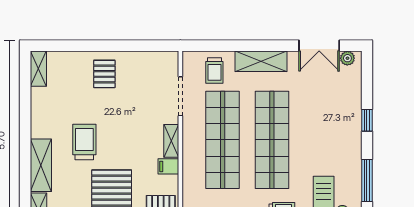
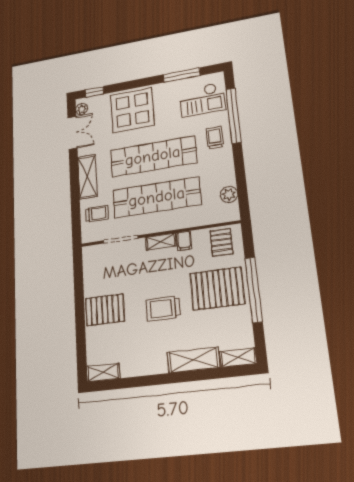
pallet: (104, 74) -> (105, 310), width x1.50, depth x1.42
display table: (334, 119) -> (132, 110), added
window: (367, 120) -> (94, 92), moved
trolley: (84, 142) -> (163, 309), moved

